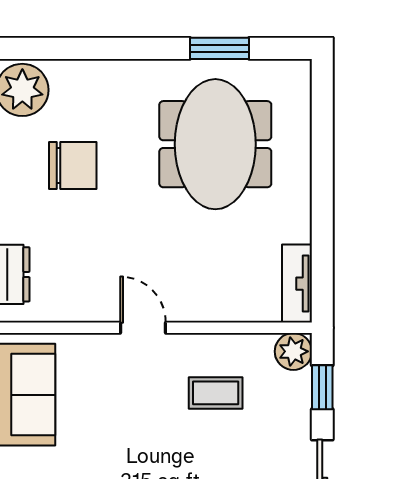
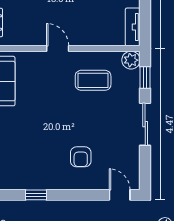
coffee table: (216, 393) -> (93, 80), width x1.36, depth x1.30

